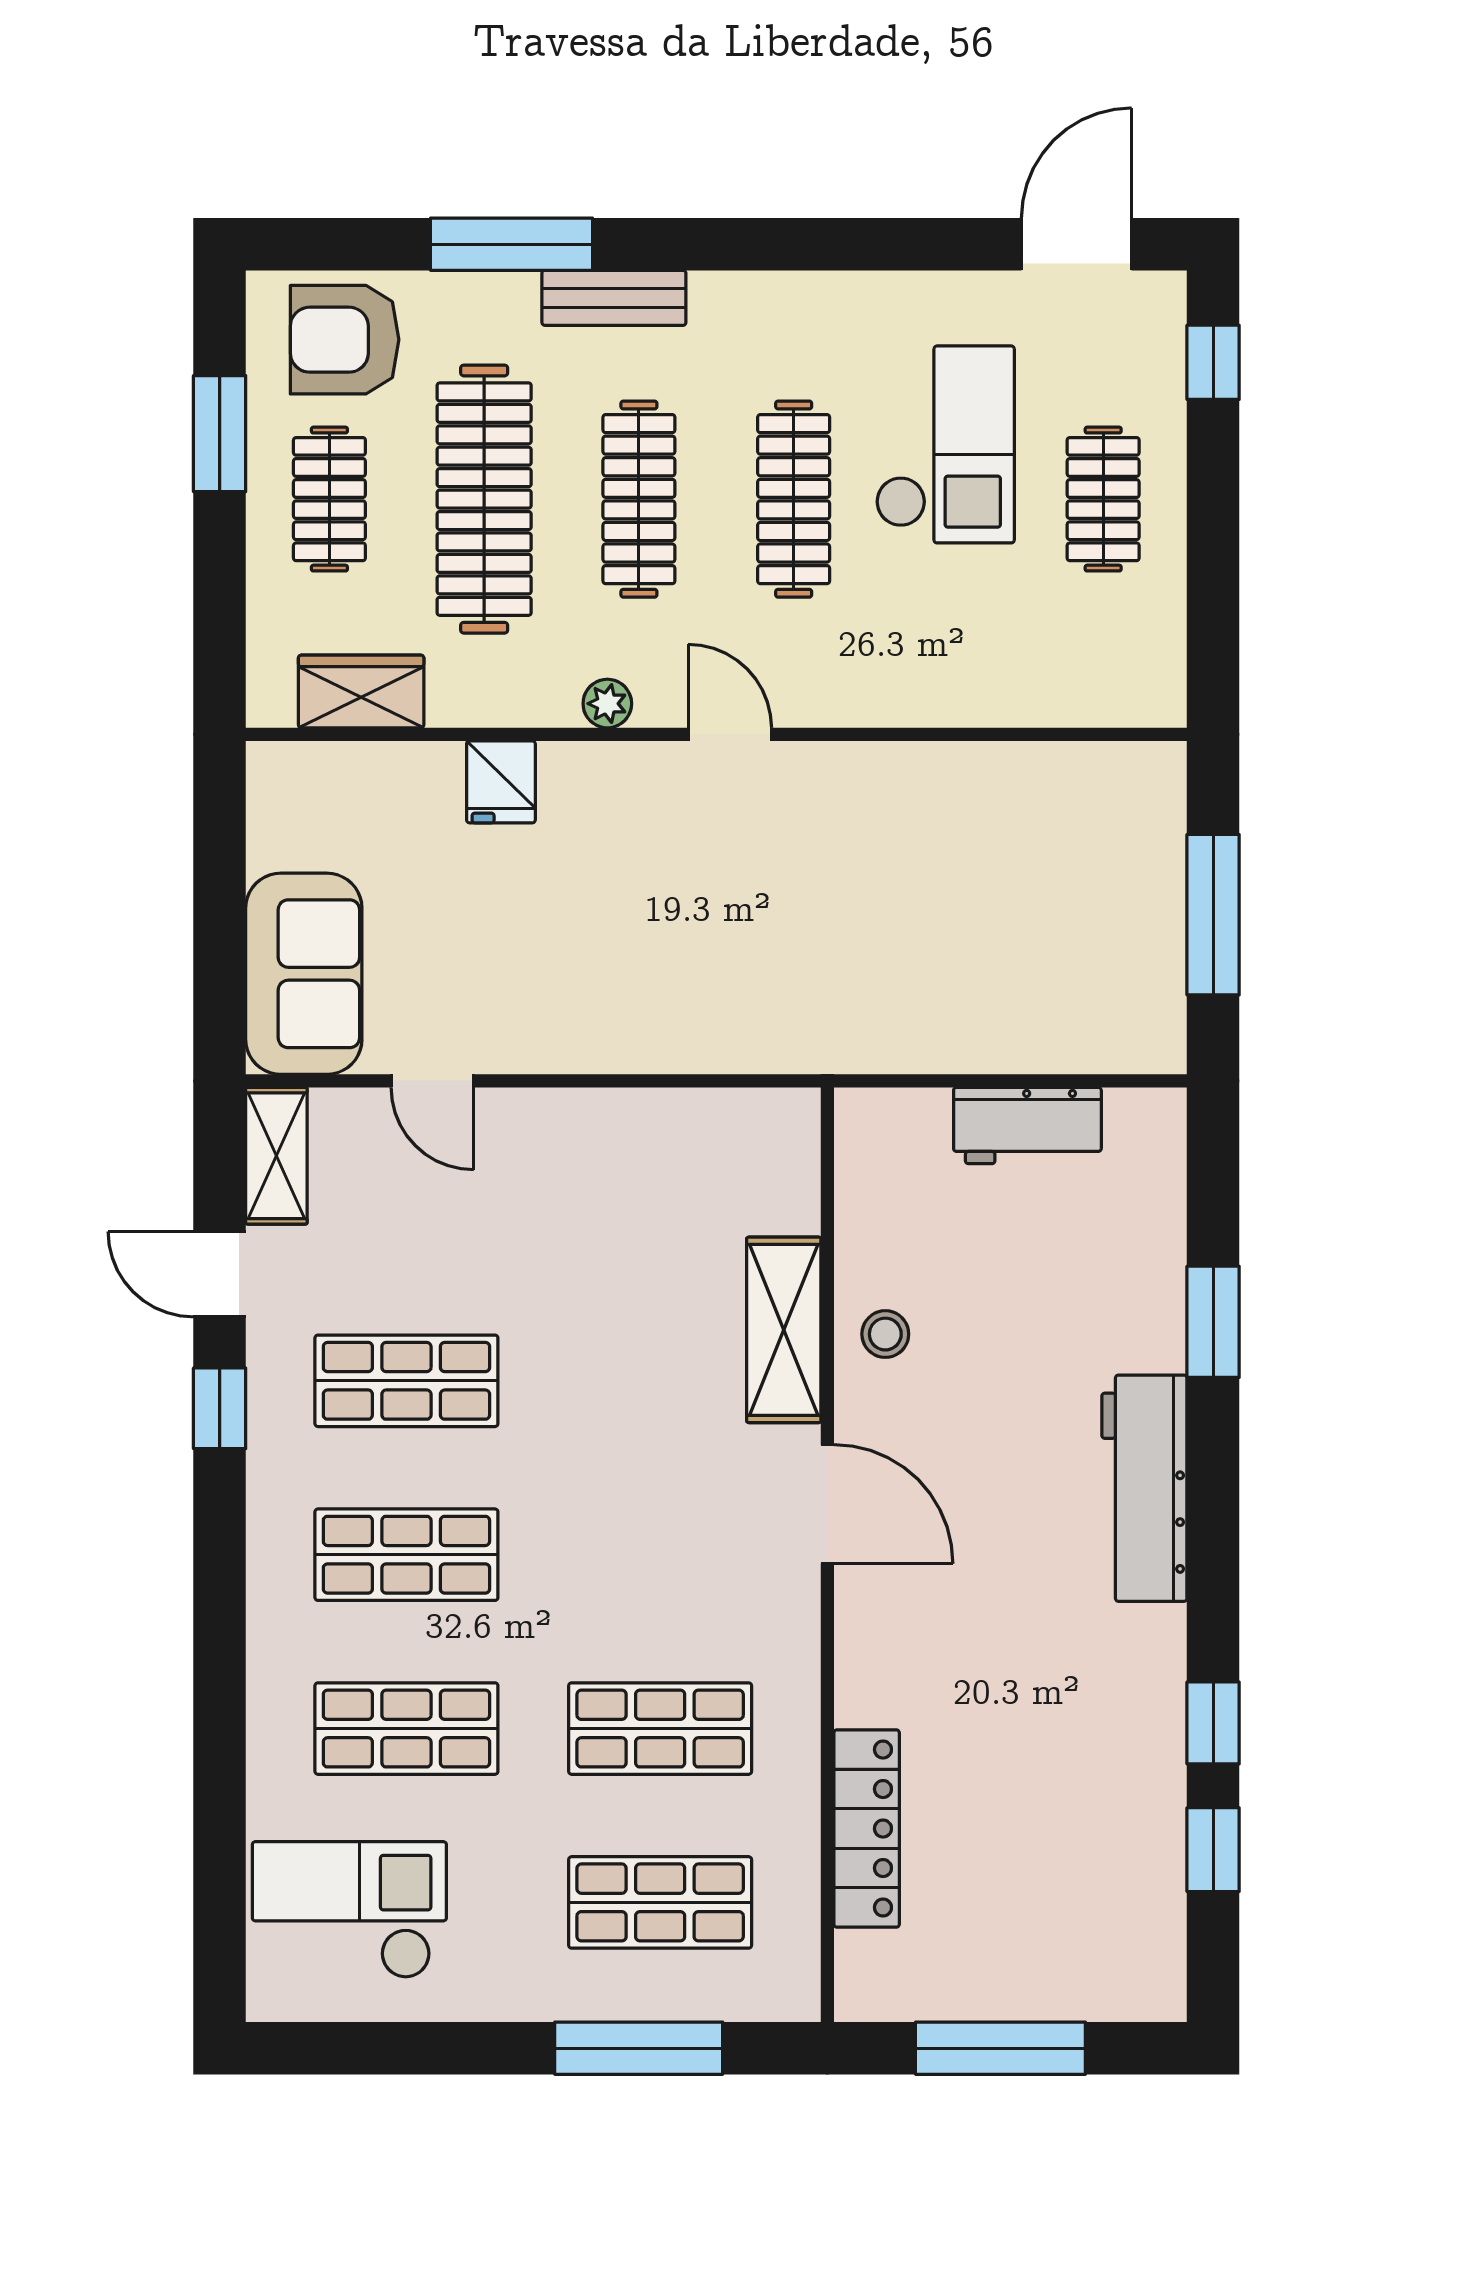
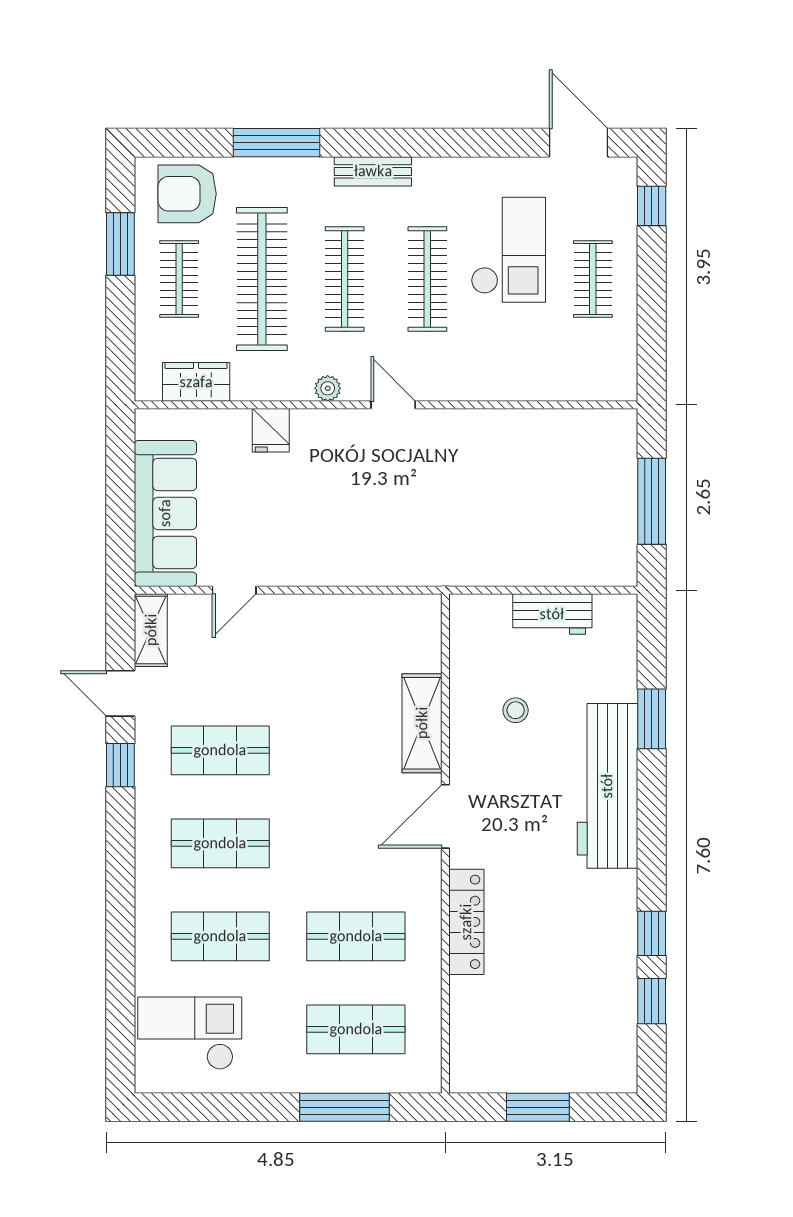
door: (1077, 244) -> (579, 143), hinge flipped
bench: (614, 298) -> (373, 171), moved
sofa: (304, 974) -> (165, 513), width x1.36
door: (432, 1081) -> (234, 590), hinge flipped
stool: (885, 1334) -> (516, 710), moved
workbench: (1144, 1488) -> (607, 786), width x1.36, depth x1.32
door: (827, 1504) -> (445, 816), swing flipped
locker: (867, 1829) -> (466, 922), moved
window: (1000, 2048) -> (538, 1107), width x0.69

